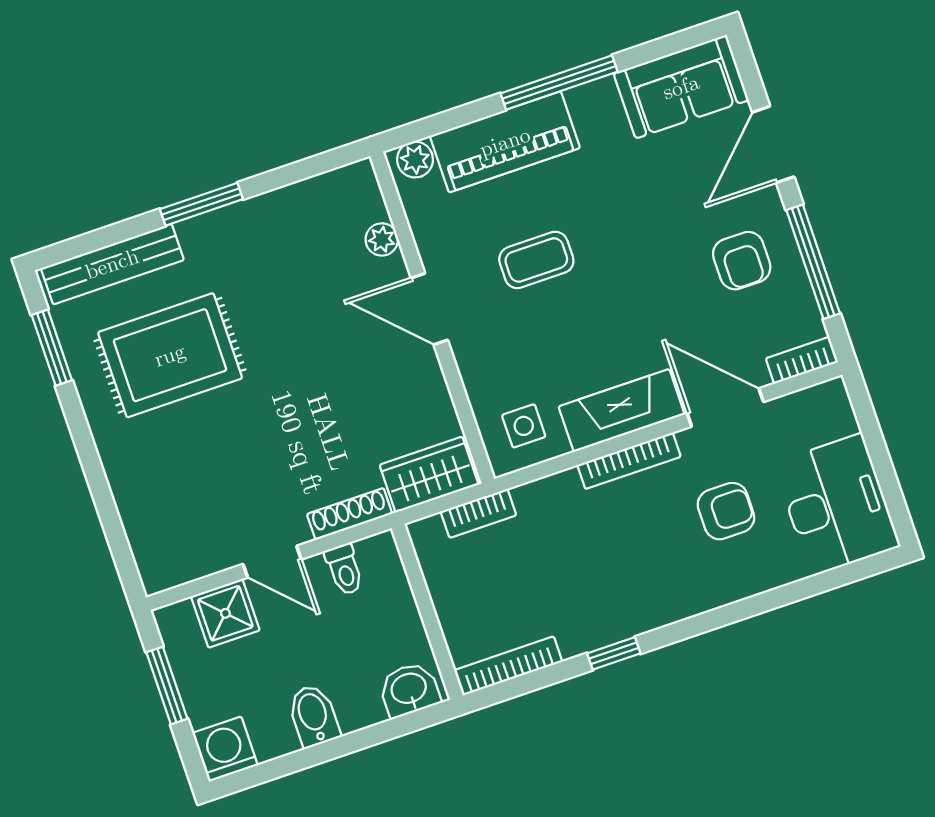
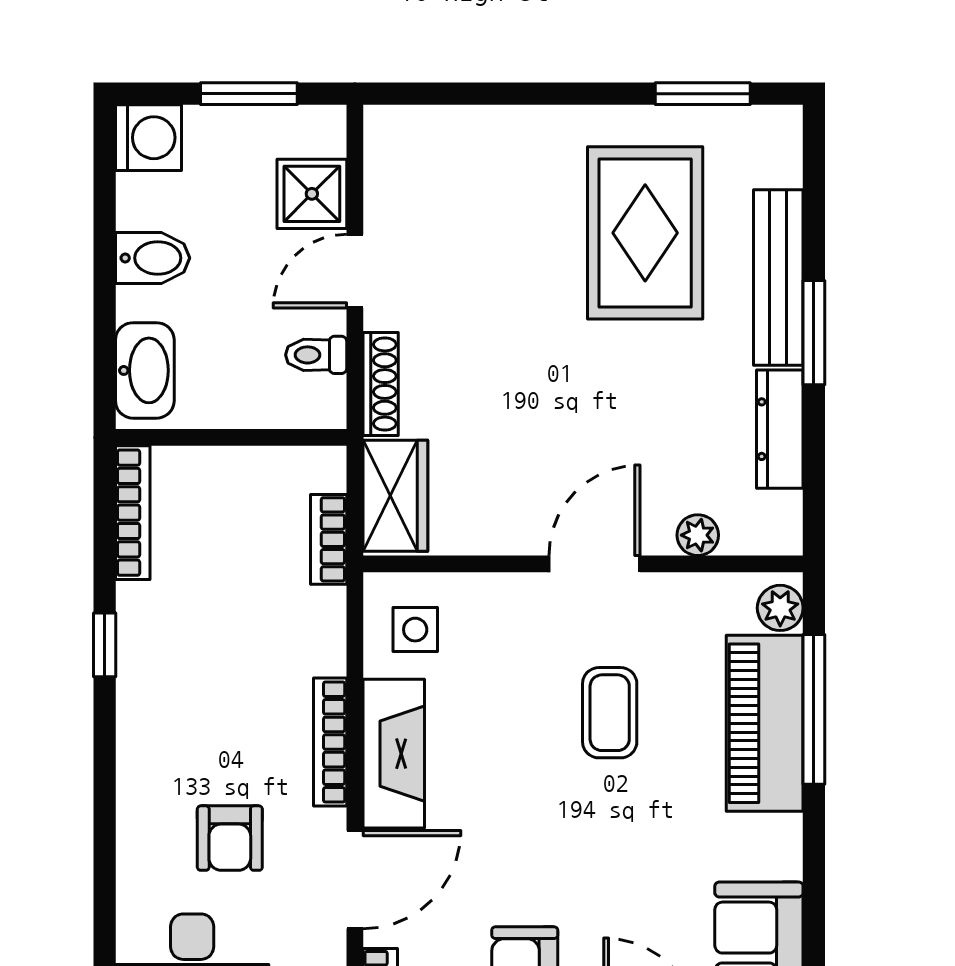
window: (559, 82) -> (814, 709), moved
dresser: (282, 205) -> (780, 429), added
bench: (112, 264) -> (778, 278), moved
washbasin: (409, 690) -> (145, 370), width x1.38

